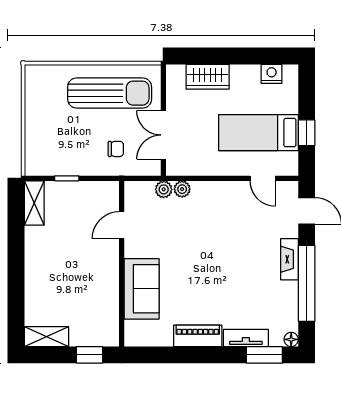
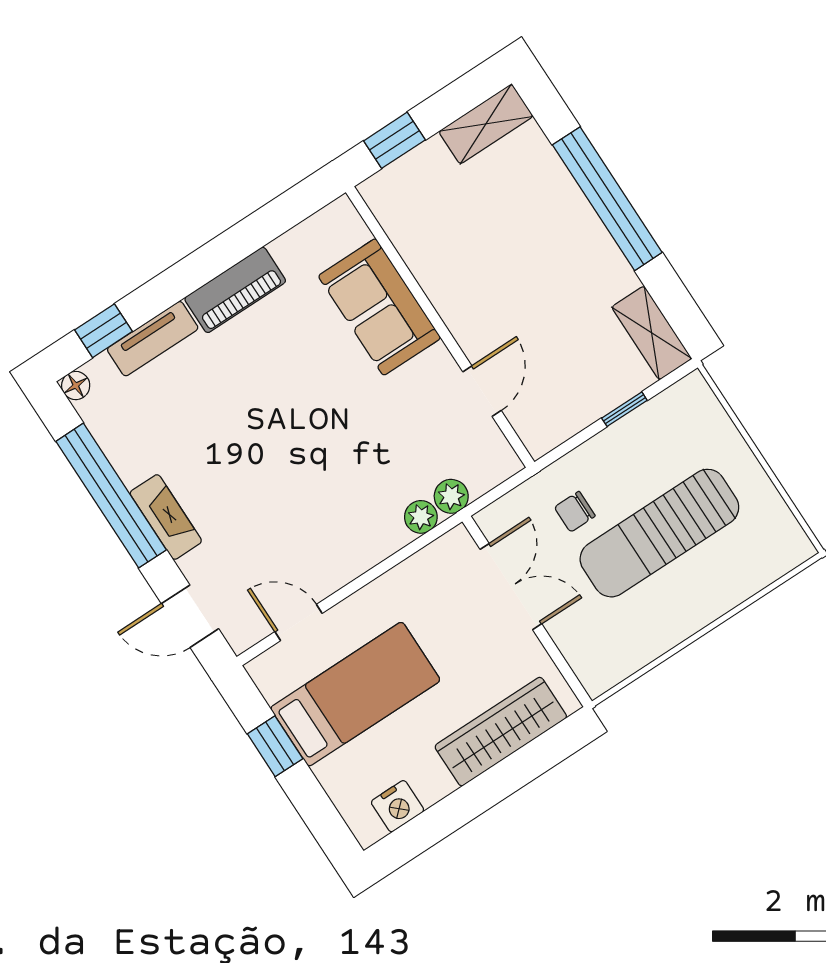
wardrobe: (208, 77) -> (501, 732), width x1.50
sun lounger: (110, 93) -> (659, 533), moved
window: (16, 272) -> (607, 199), added
window: (264, 355) -> (104, 331), width x0.67

